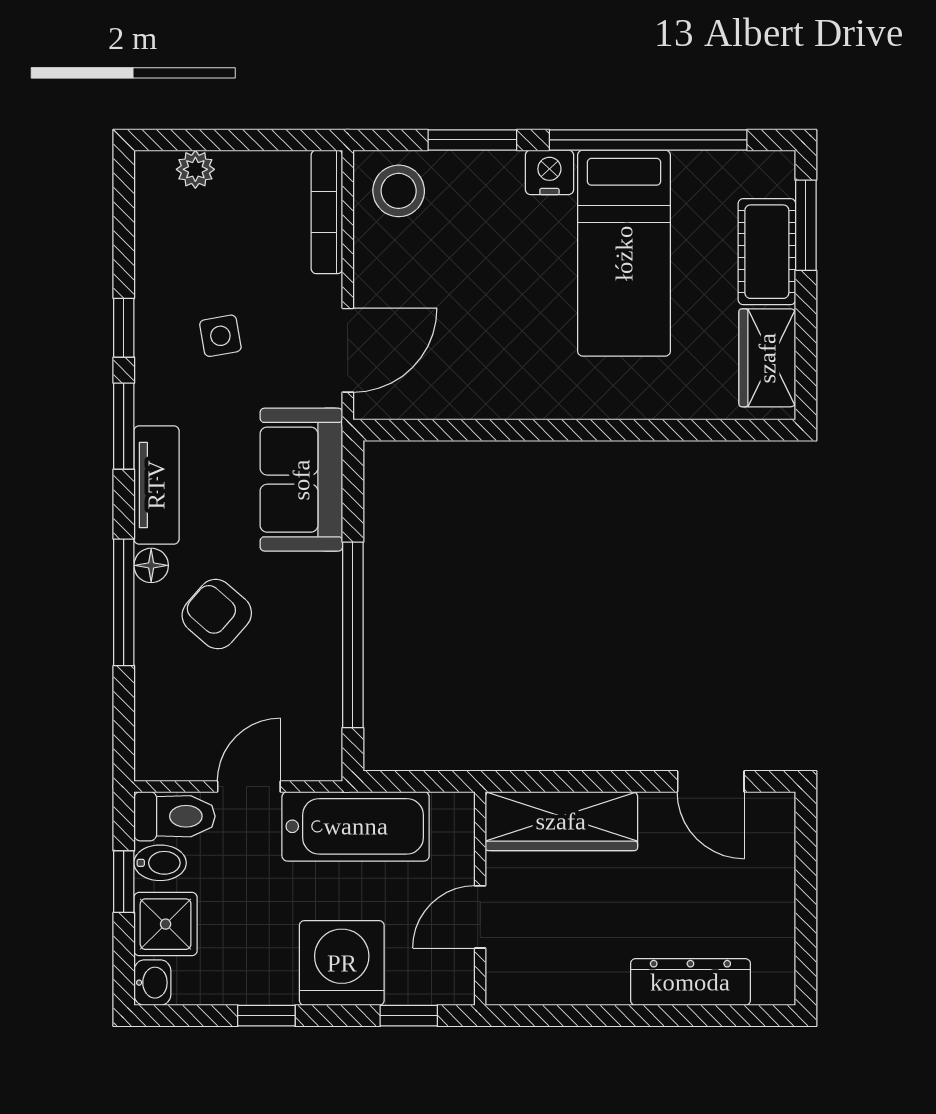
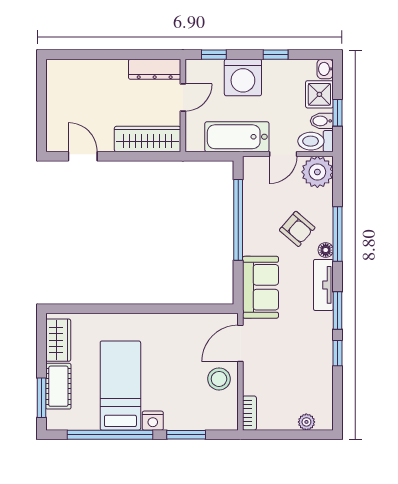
stool: (399, 191) -> (219, 379), moved
bookcase: (327, 212) -> (249, 413), width x0.64
side table: (220, 336) -> (296, 350), removed
plant: (170, 745) -> (317, 172), added
dresser: (690, 982) -> (155, 69), moved

